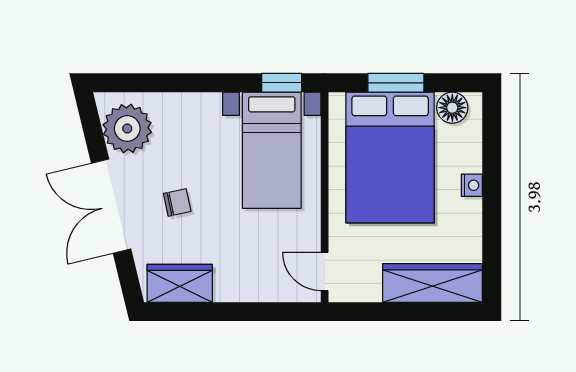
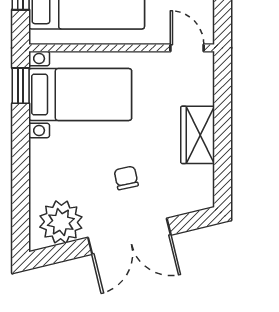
door: (325, 271) -> (187, 48), swing flipped
wardrobe: (180, 283) -> (198, 135), moved

